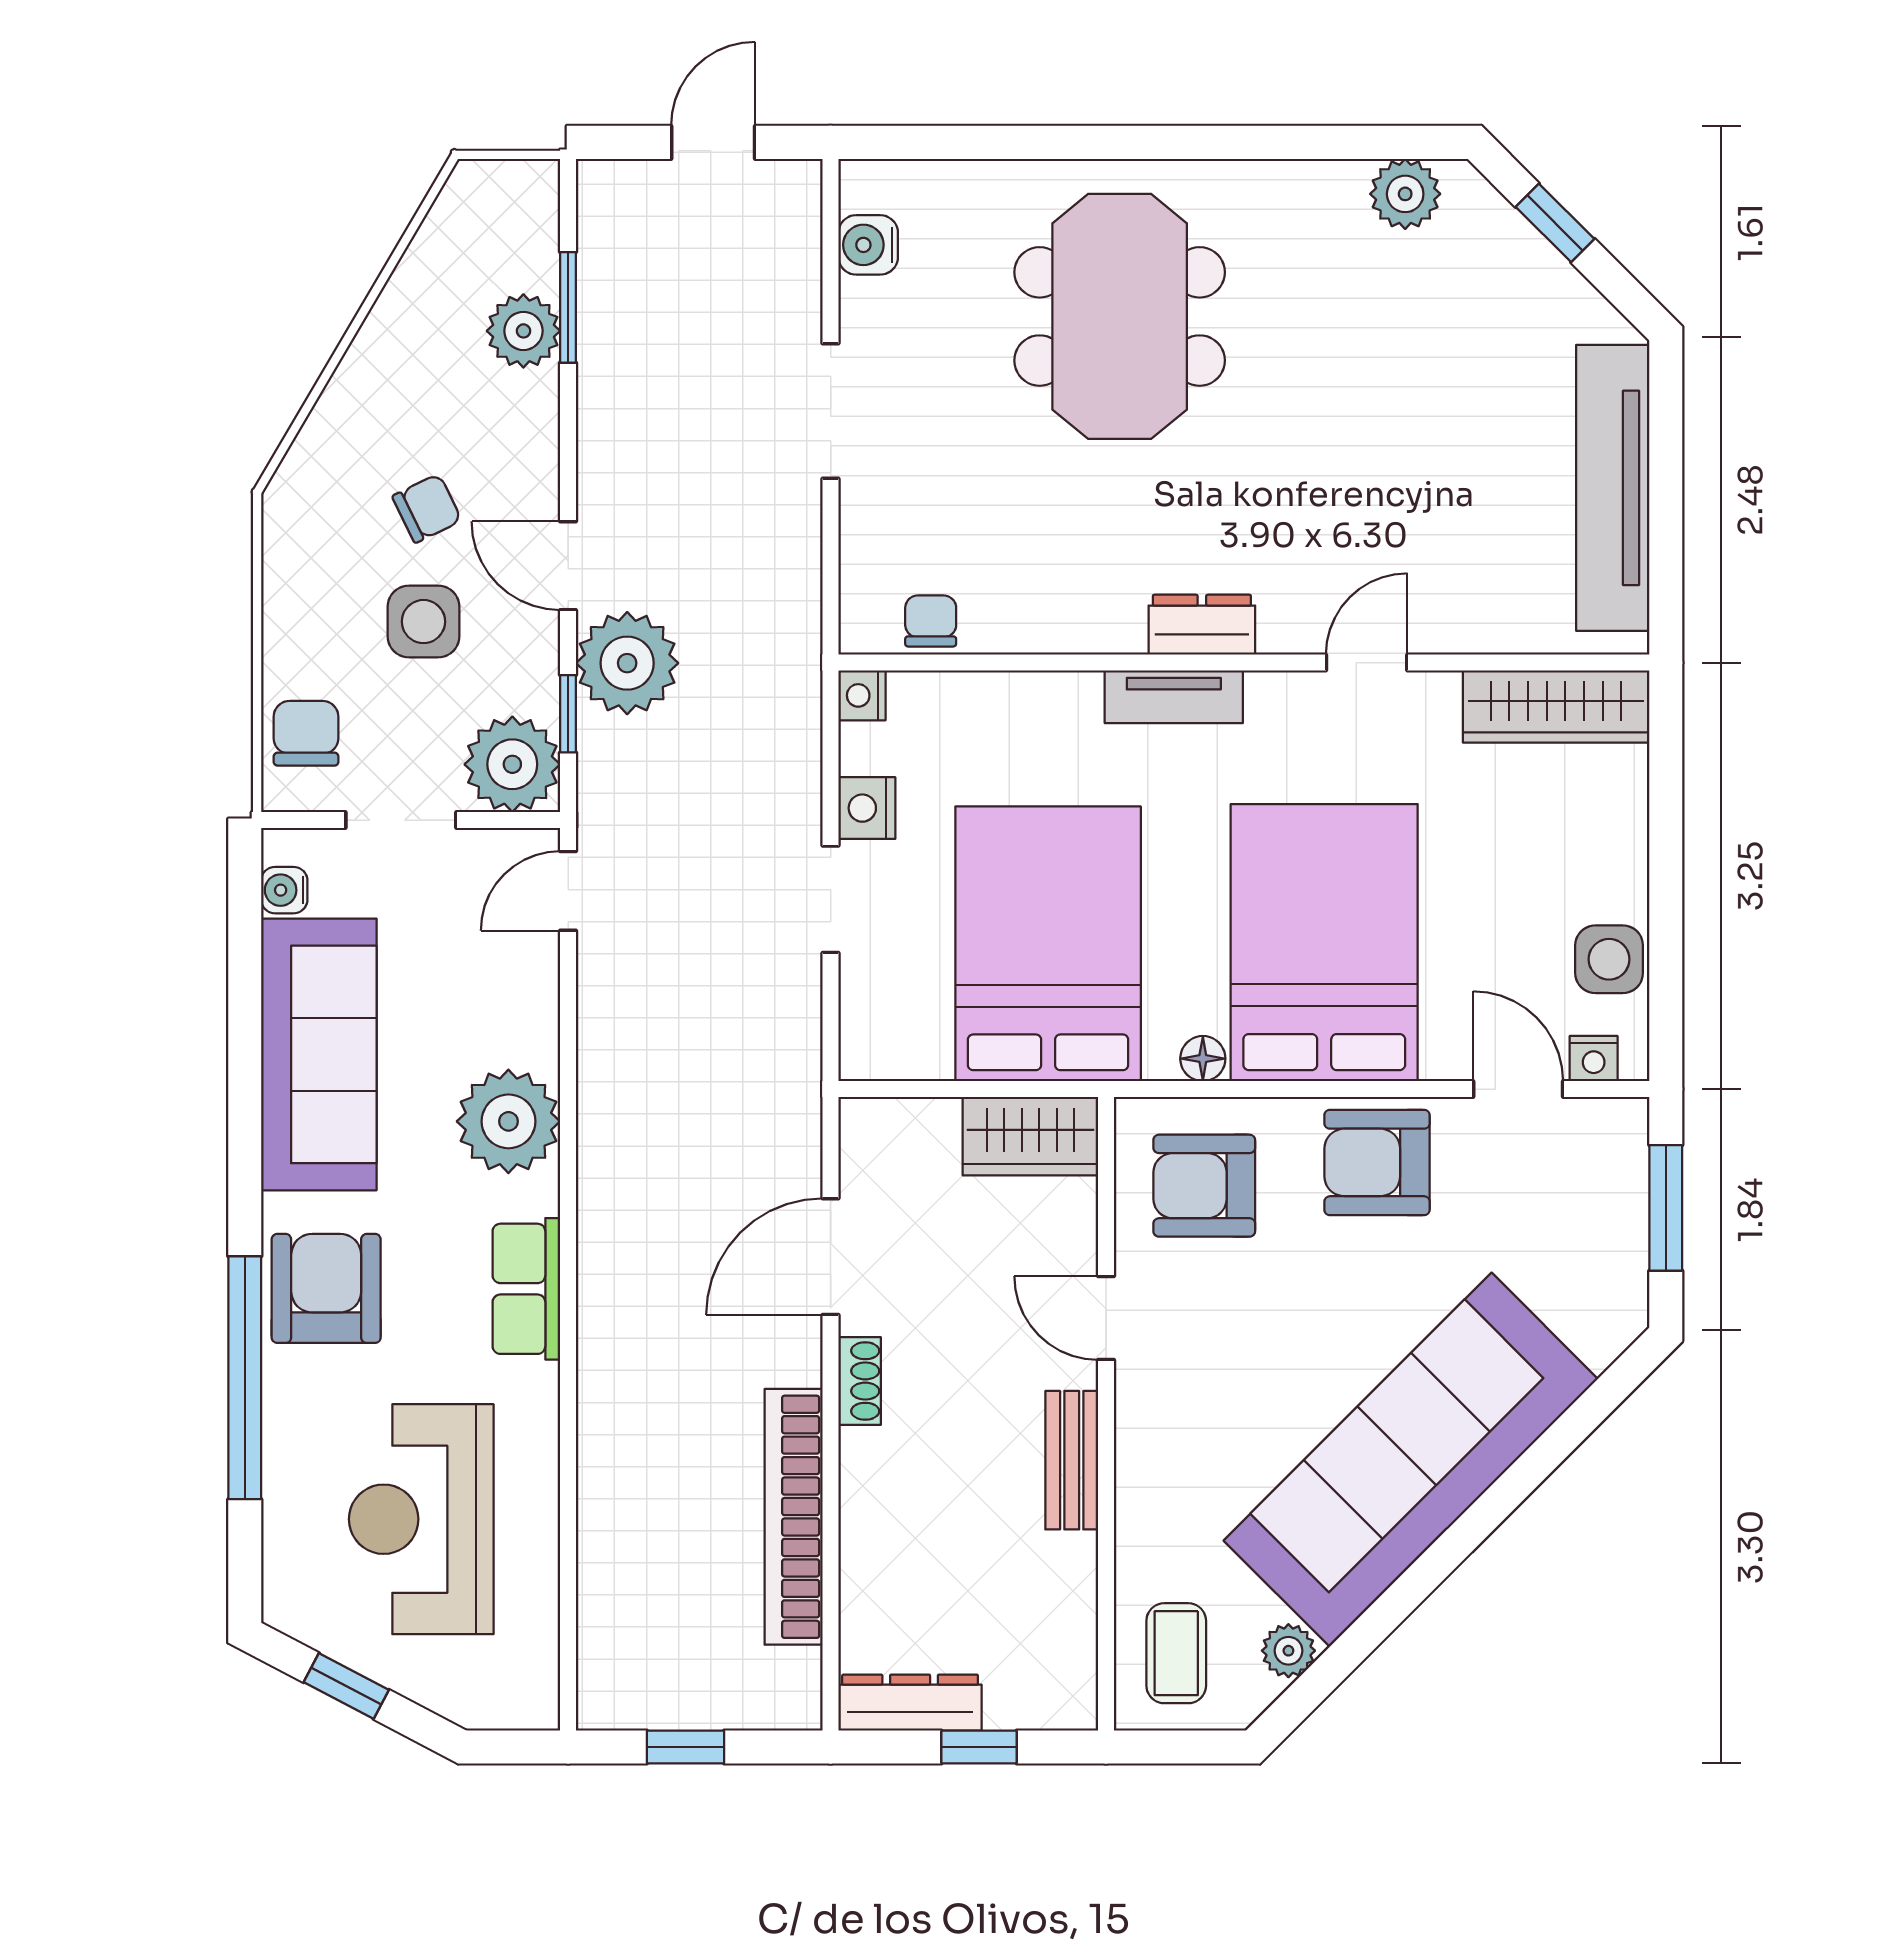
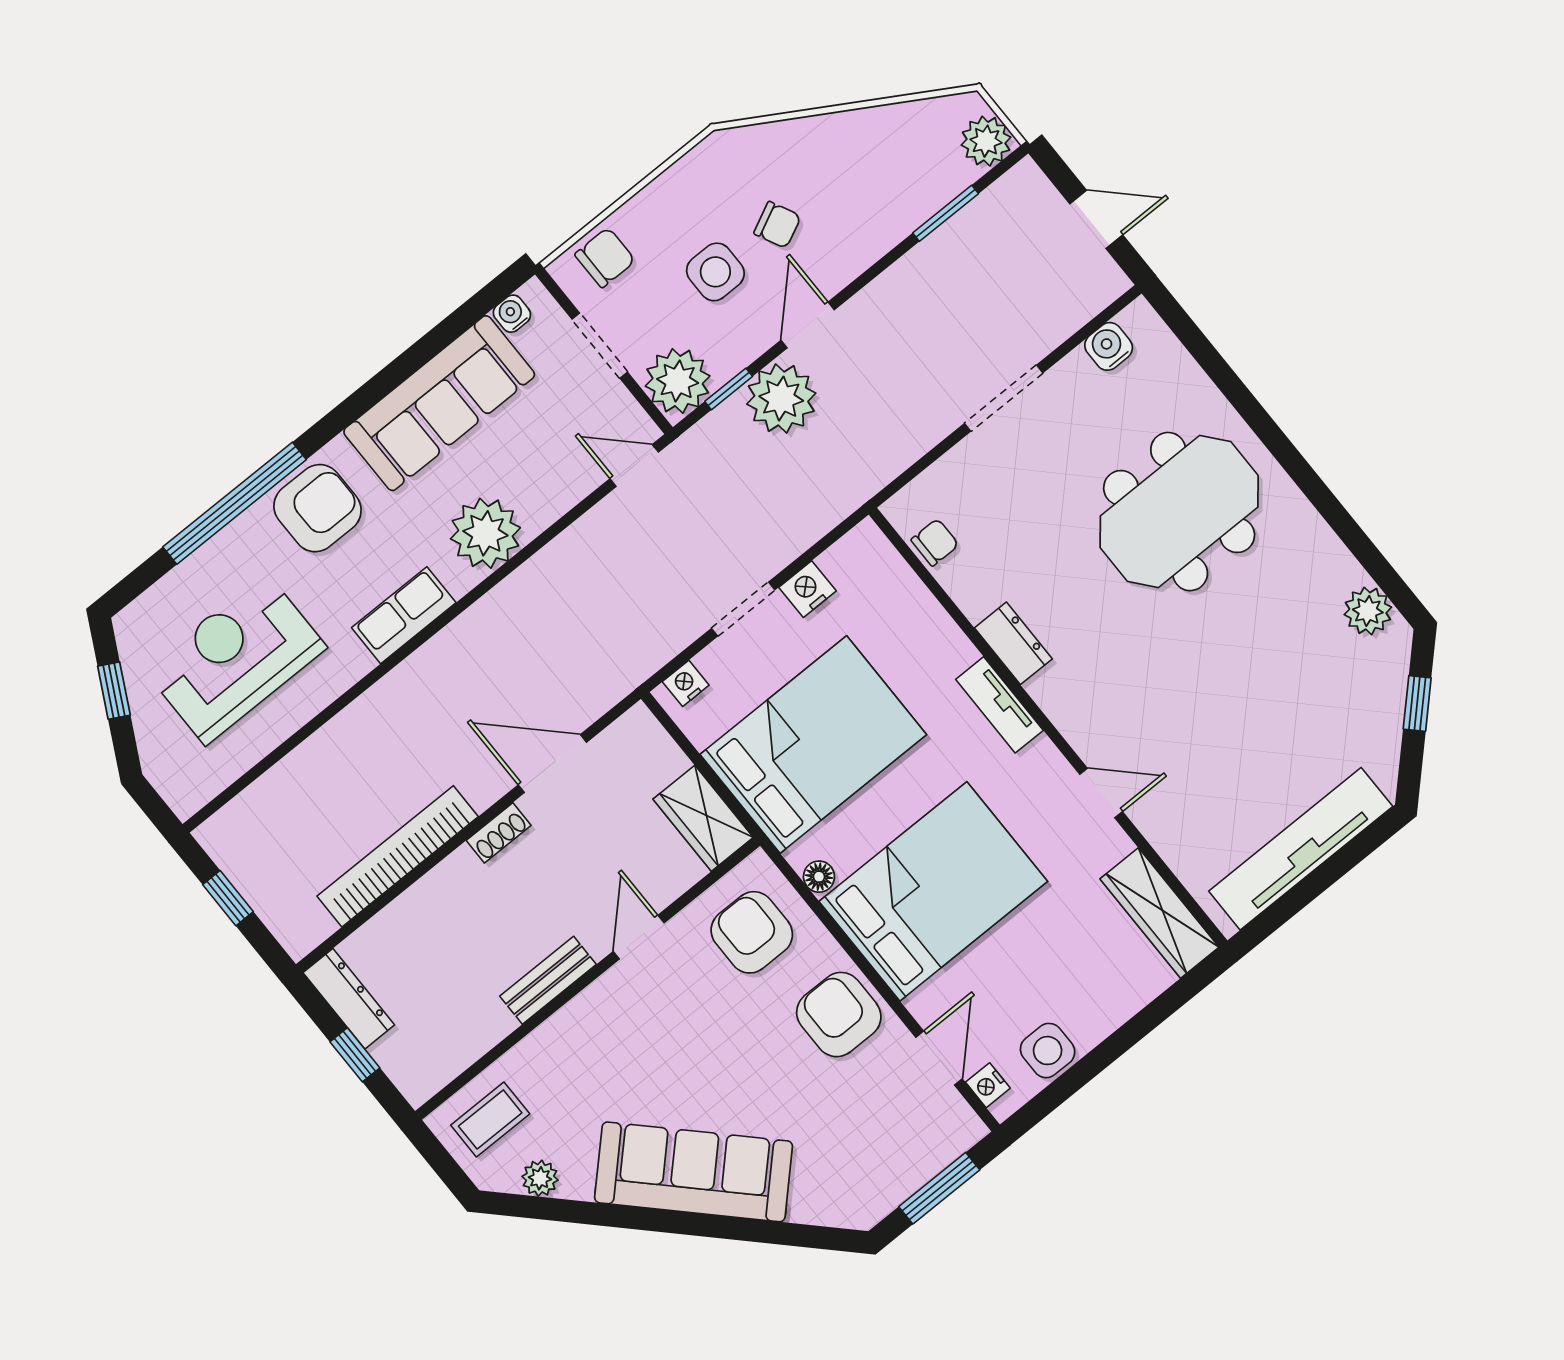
plant: (523, 331) -> (986, 141), moved
dresser: (1202, 625) -> (1013, 643), moved
nightstand: (862, 695) -> (686, 683), moved
sofa: (1411, 1460) -> (694, 1172), width x0.74, depth x0.79

